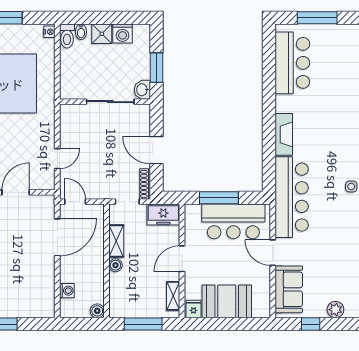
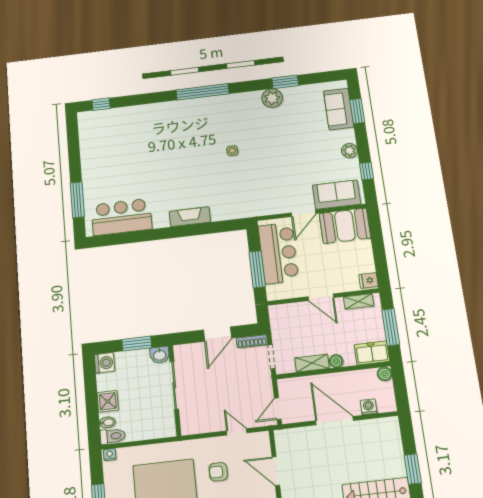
washing machine: (123, 33) -> (104, 363), moved
armchair: (21, 137) -> (218, 472), added
bar counter: (292, 197) -> (248, 202), removed
freezer: (163, 215) -> (372, 353), moved, turned -90
door: (57, 237) -> (335, 421), moved
booth: (227, 301) -> (345, 226), moved, turned 90

